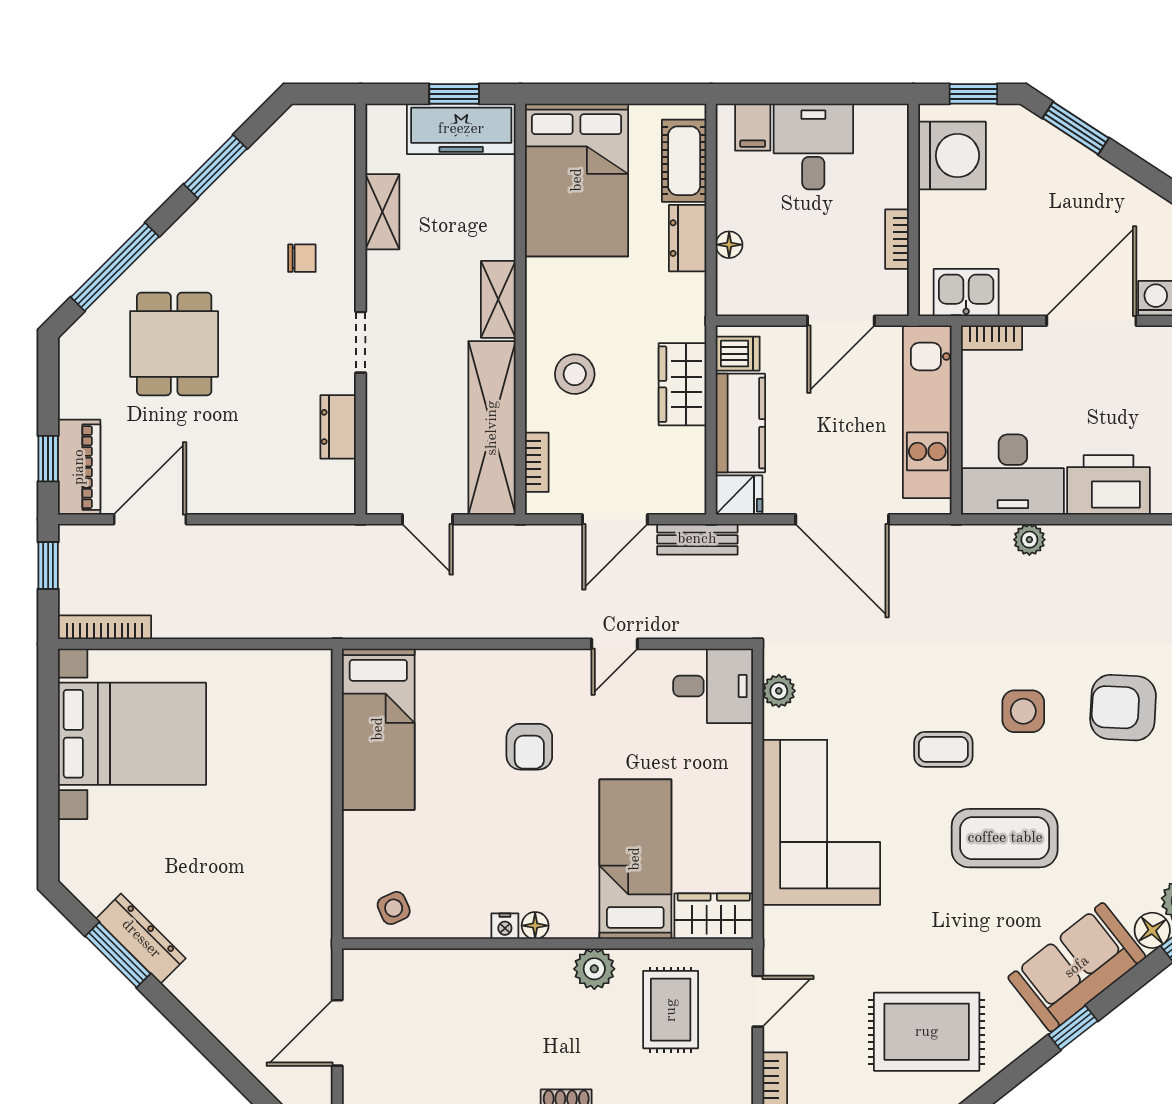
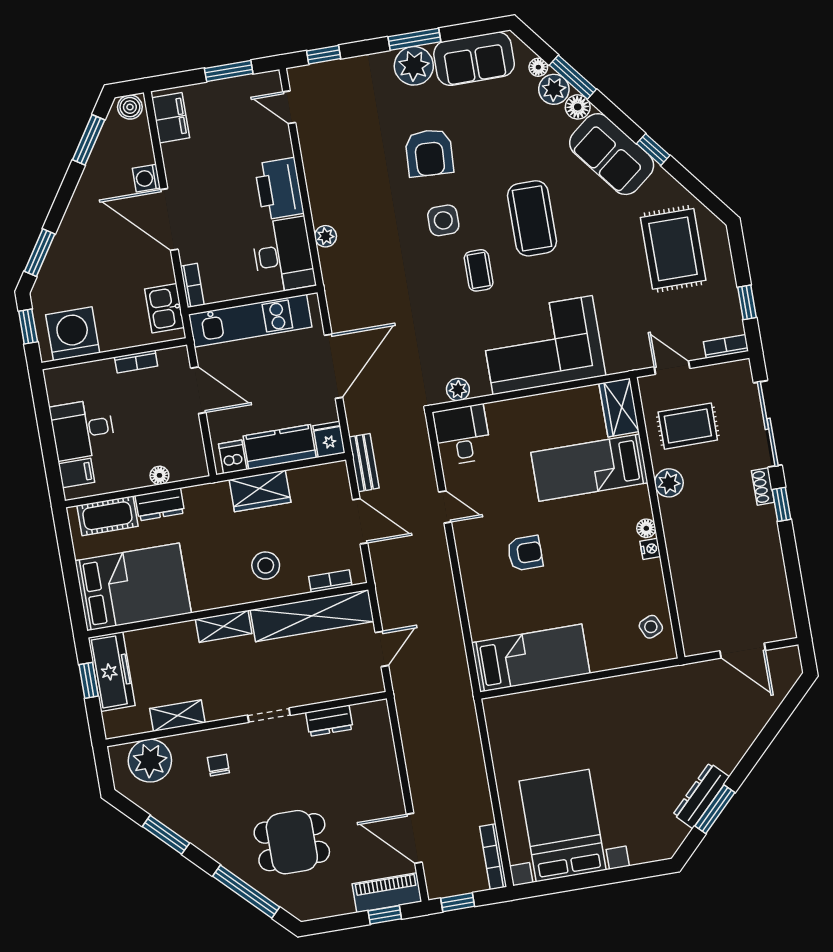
plant: (325, 162) -> (150, 761), added

